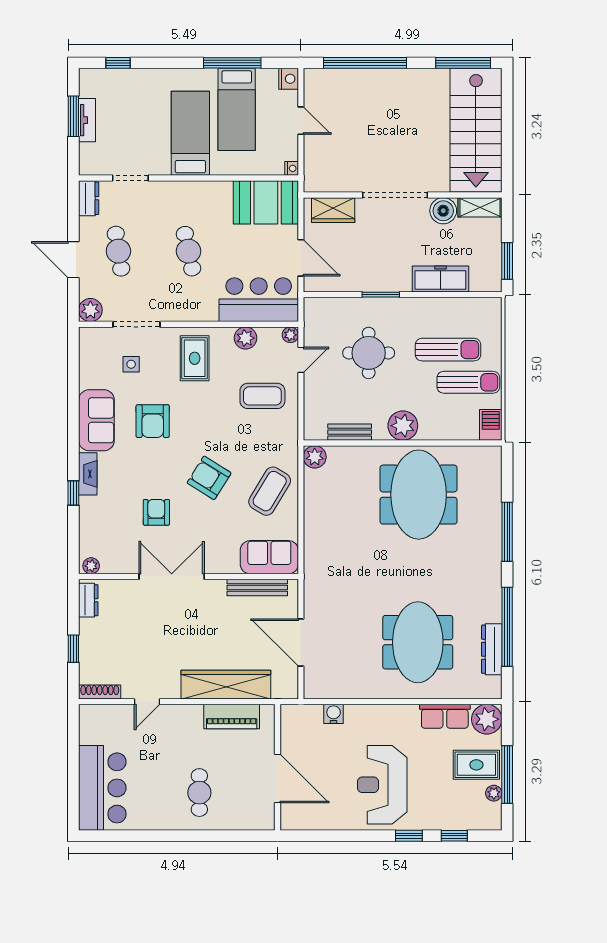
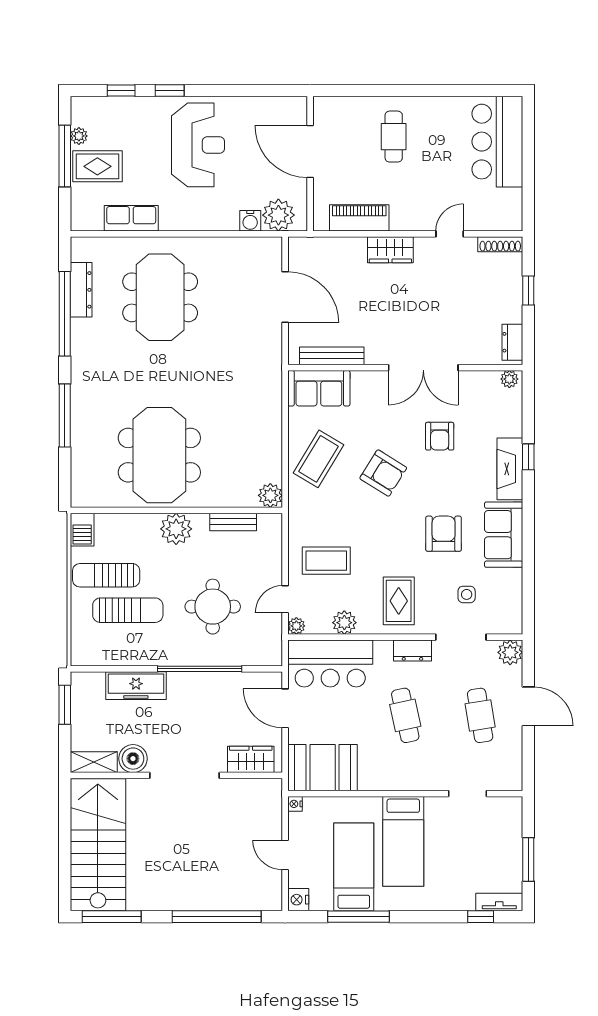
tv unit: (87, 120) -> (499, 902), moved, turned 90
dresser: (89, 198) -> (412, 651), moved, turned -90
window: (381, 295) -> (200, 669), width x2.11
sun lounger: (448, 350) -> (128, 610), turned 180
fireplace: (88, 474) -> (510, 469), width x1.37, depth x1.32
wardrobe: (226, 685) -> (390, 250), width x0.48, depth x0.85
plant: (487, 719) -> (278, 215), moved

